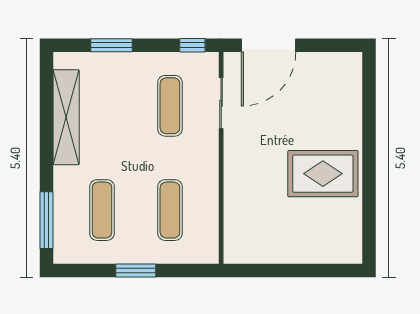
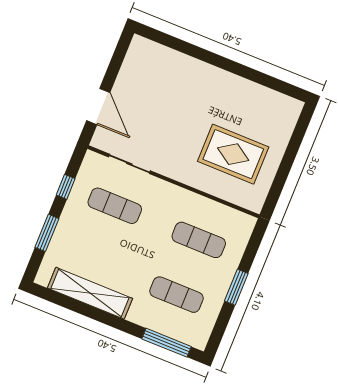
window: (192, 45) -> (66, 187), moved
door: (269, 45) -> (98, 107), width x0.73
rug: (323, 174) -> (233, 154), moved, turned 90

